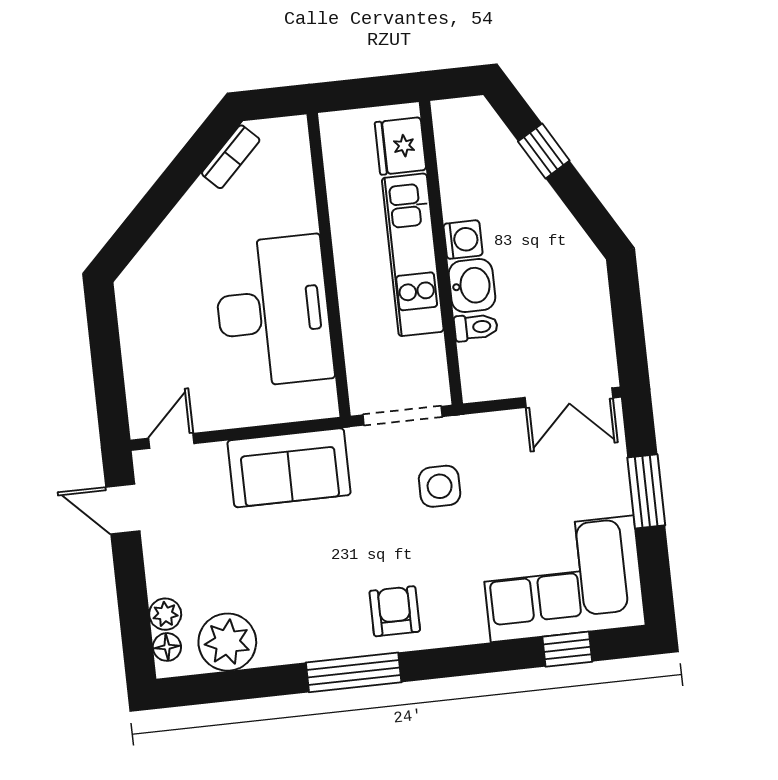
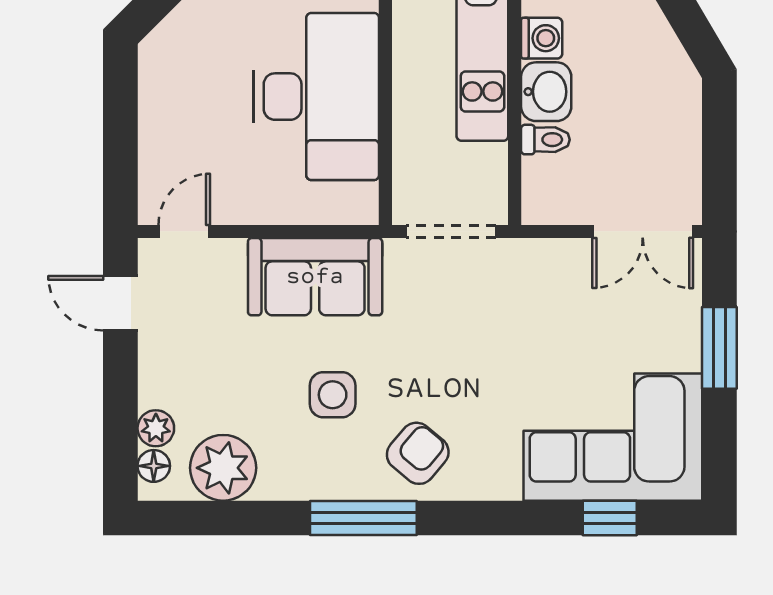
side table: (440, 486) -> (333, 395), moved
armchair: (395, 611) -> (418, 453), turned 40

